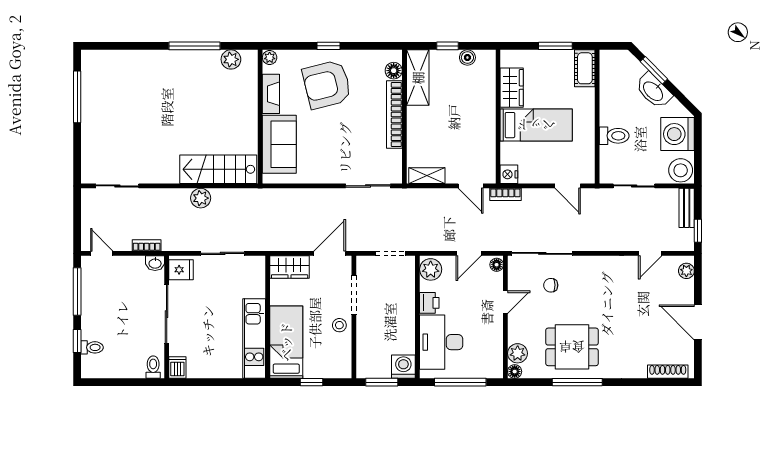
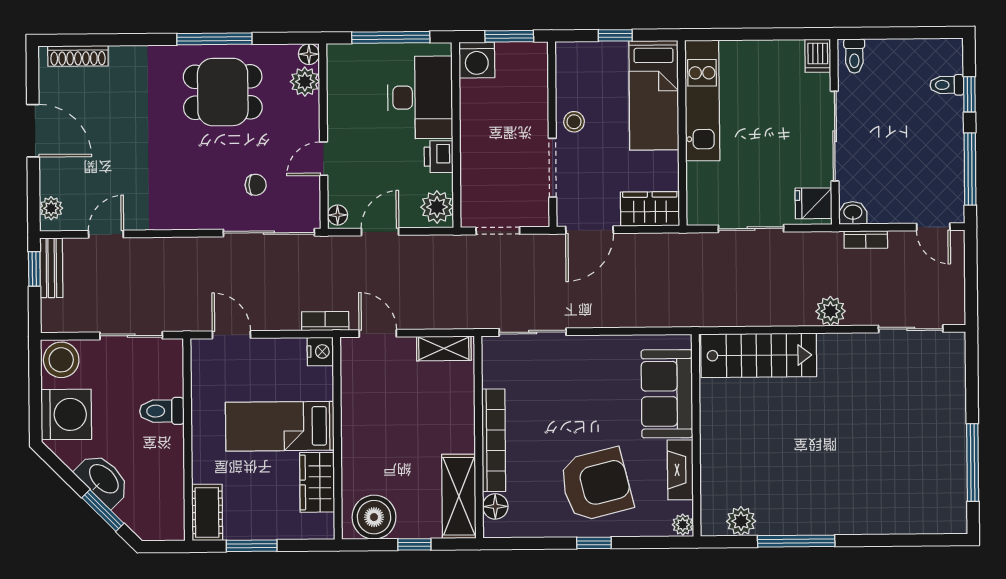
boiler: (467, 57) -> (374, 517), width x1.86, depth x1.86
plant: (201, 198) -> (831, 311), moved
bench: (687, 208) -> (51, 268), moved

